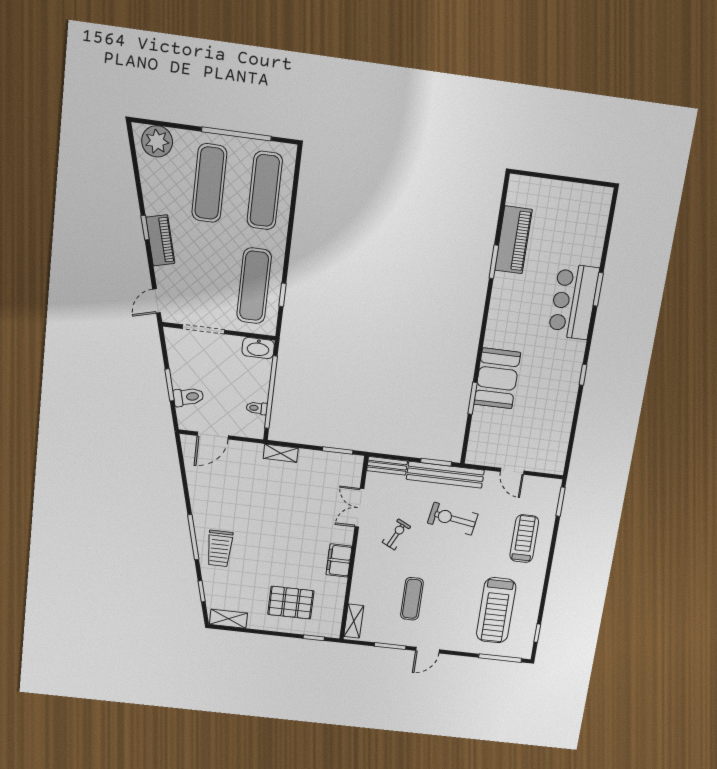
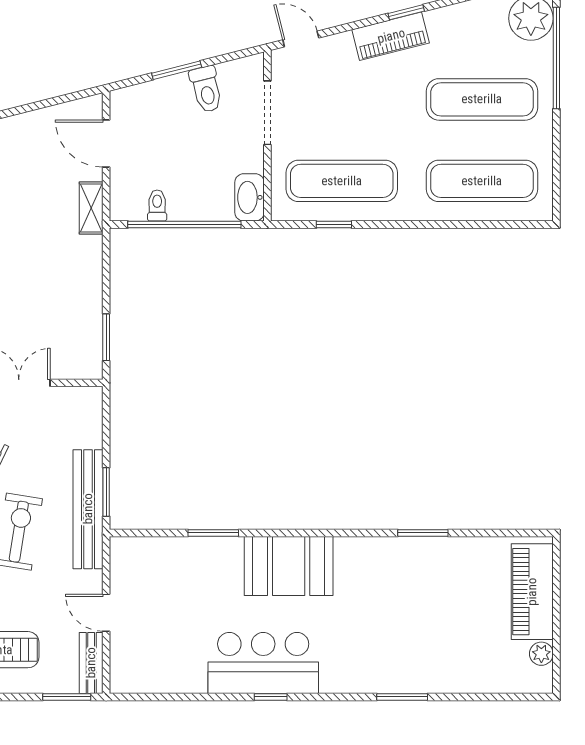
window: (236, 134) -> (556, 58), moved
plant: (586, 192) -> (541, 654), added
piano: (513, 240) -> (532, 592), moved, turned 90
bar counter: (574, 302) -> (263, 663), moved
booth: (497, 378) -> (289, 566), moved
toilet: (188, 397) -> (206, 89), moved
shelving: (281, 453) -> (91, 208), moved
bench: (387, 466) -> (91, 663), moved
door: (512, 471) -> (106, 613), hinge flipped

